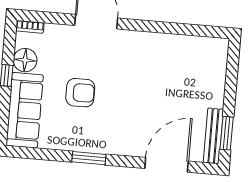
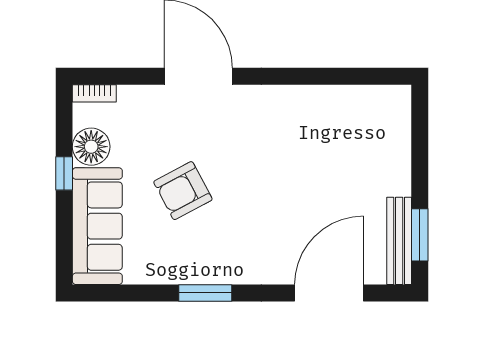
armchair: (80, 93) -> (183, 191), turned 152

